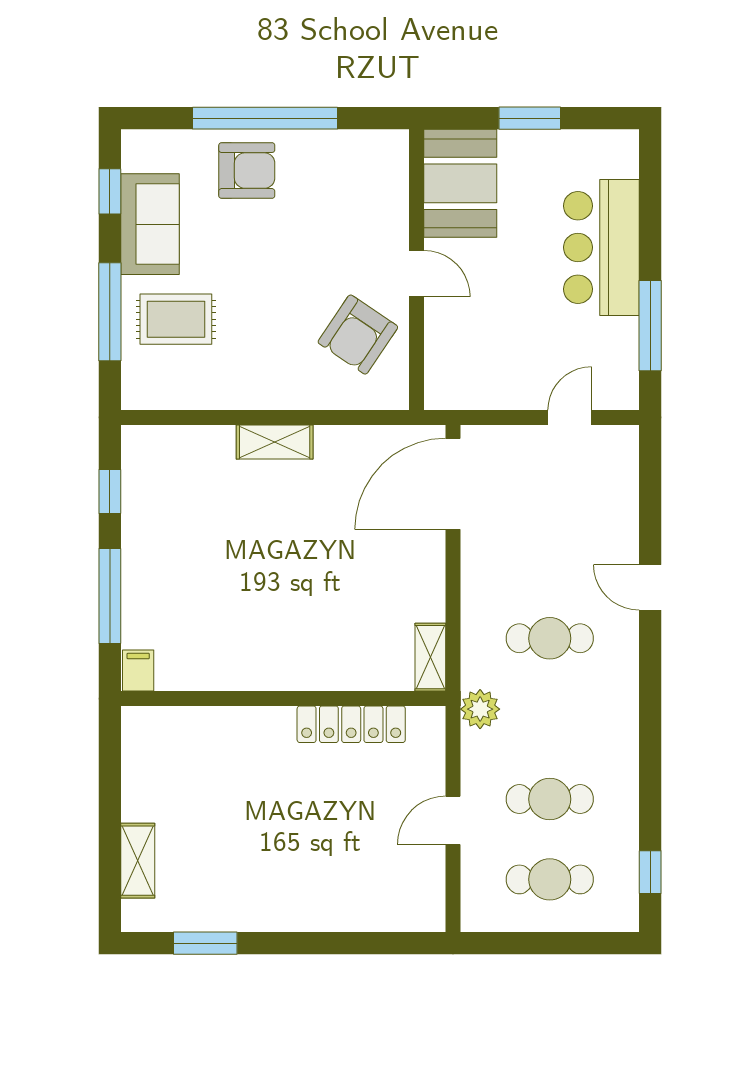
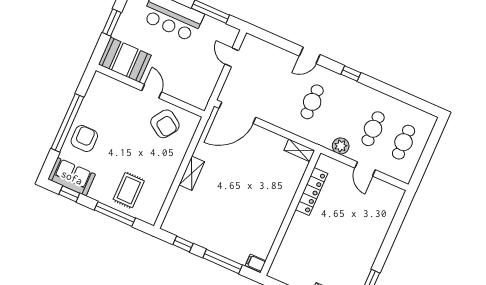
sofa: (150, 224) -> (72, 177), moved
door: (417, 273) -> (152, 91), hinge flipped
door: (453, 484) -> (237, 113), hinge flipped
plant: (480, 709) -> (341, 146), moved
window: (650, 872) -> (351, 74), moved

